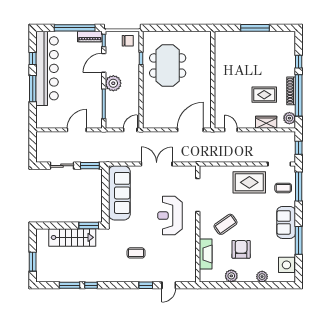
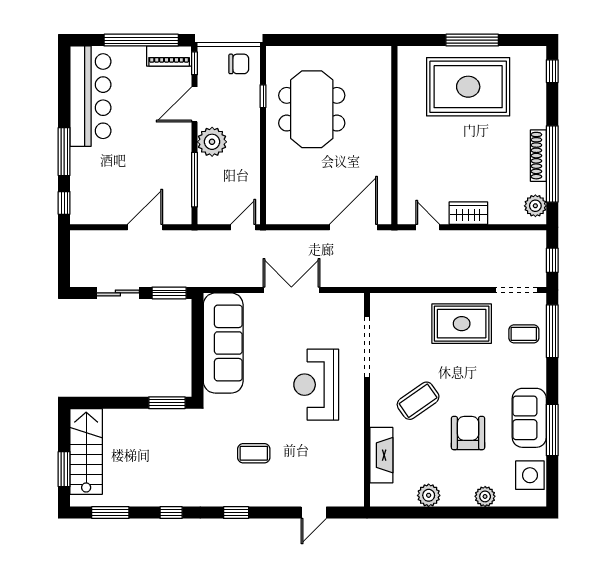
window: (33, 59) -> (64, 203), moved
window: (299, 62) -> (552, 71), moved
bar counter: (47, 68) -> (90, 96), width x0.73
rug: (264, 95) -> (468, 87), moved, width x1.86, depth x2.06
wardrobe: (266, 122) -> (468, 213), moved
sofa: (286, 222) -> (529, 418), moved
stairs: (72, 237) -> (86, 452), moved, turned -90
armchair: (241, 249) -> (468, 433), moved
window: (69, 285) -> (110, 513), moved
window: (146, 285) -> (236, 513), moved

